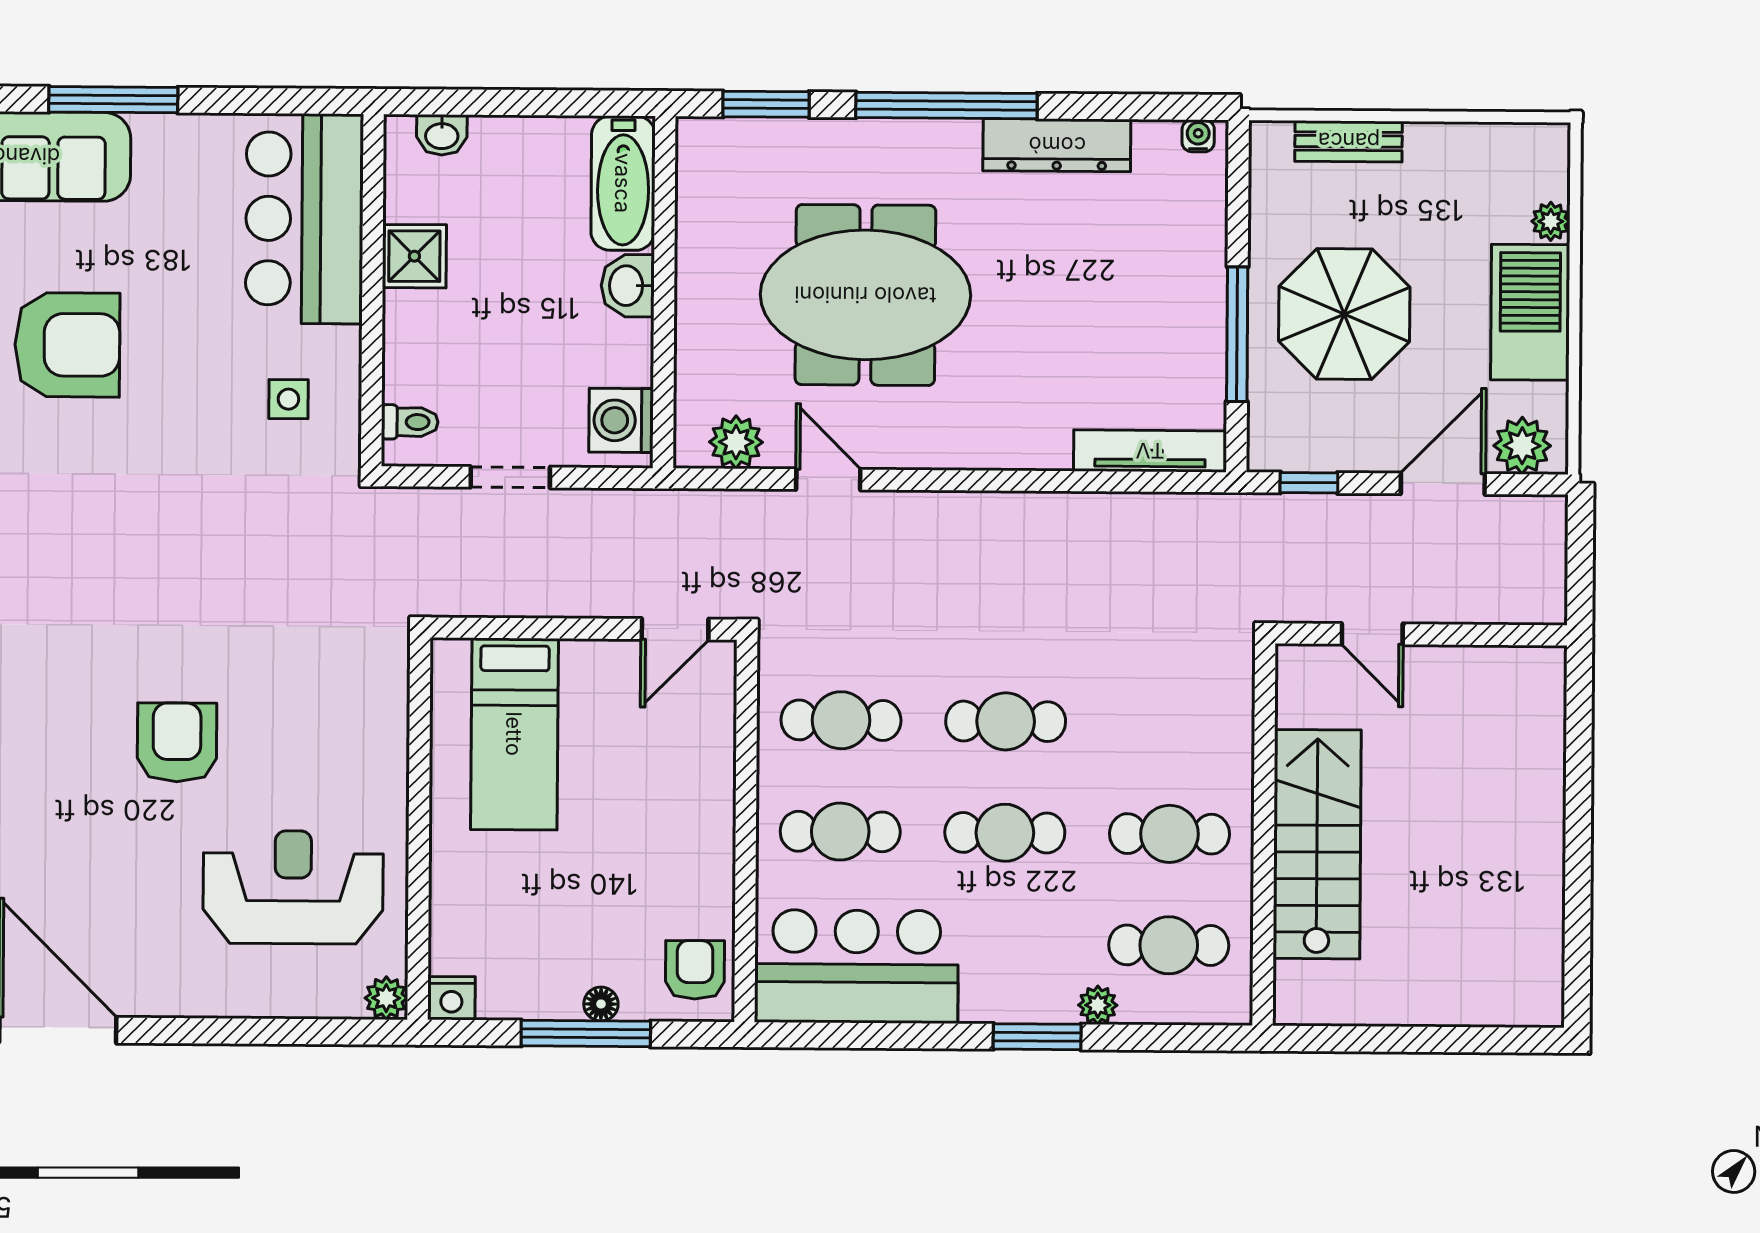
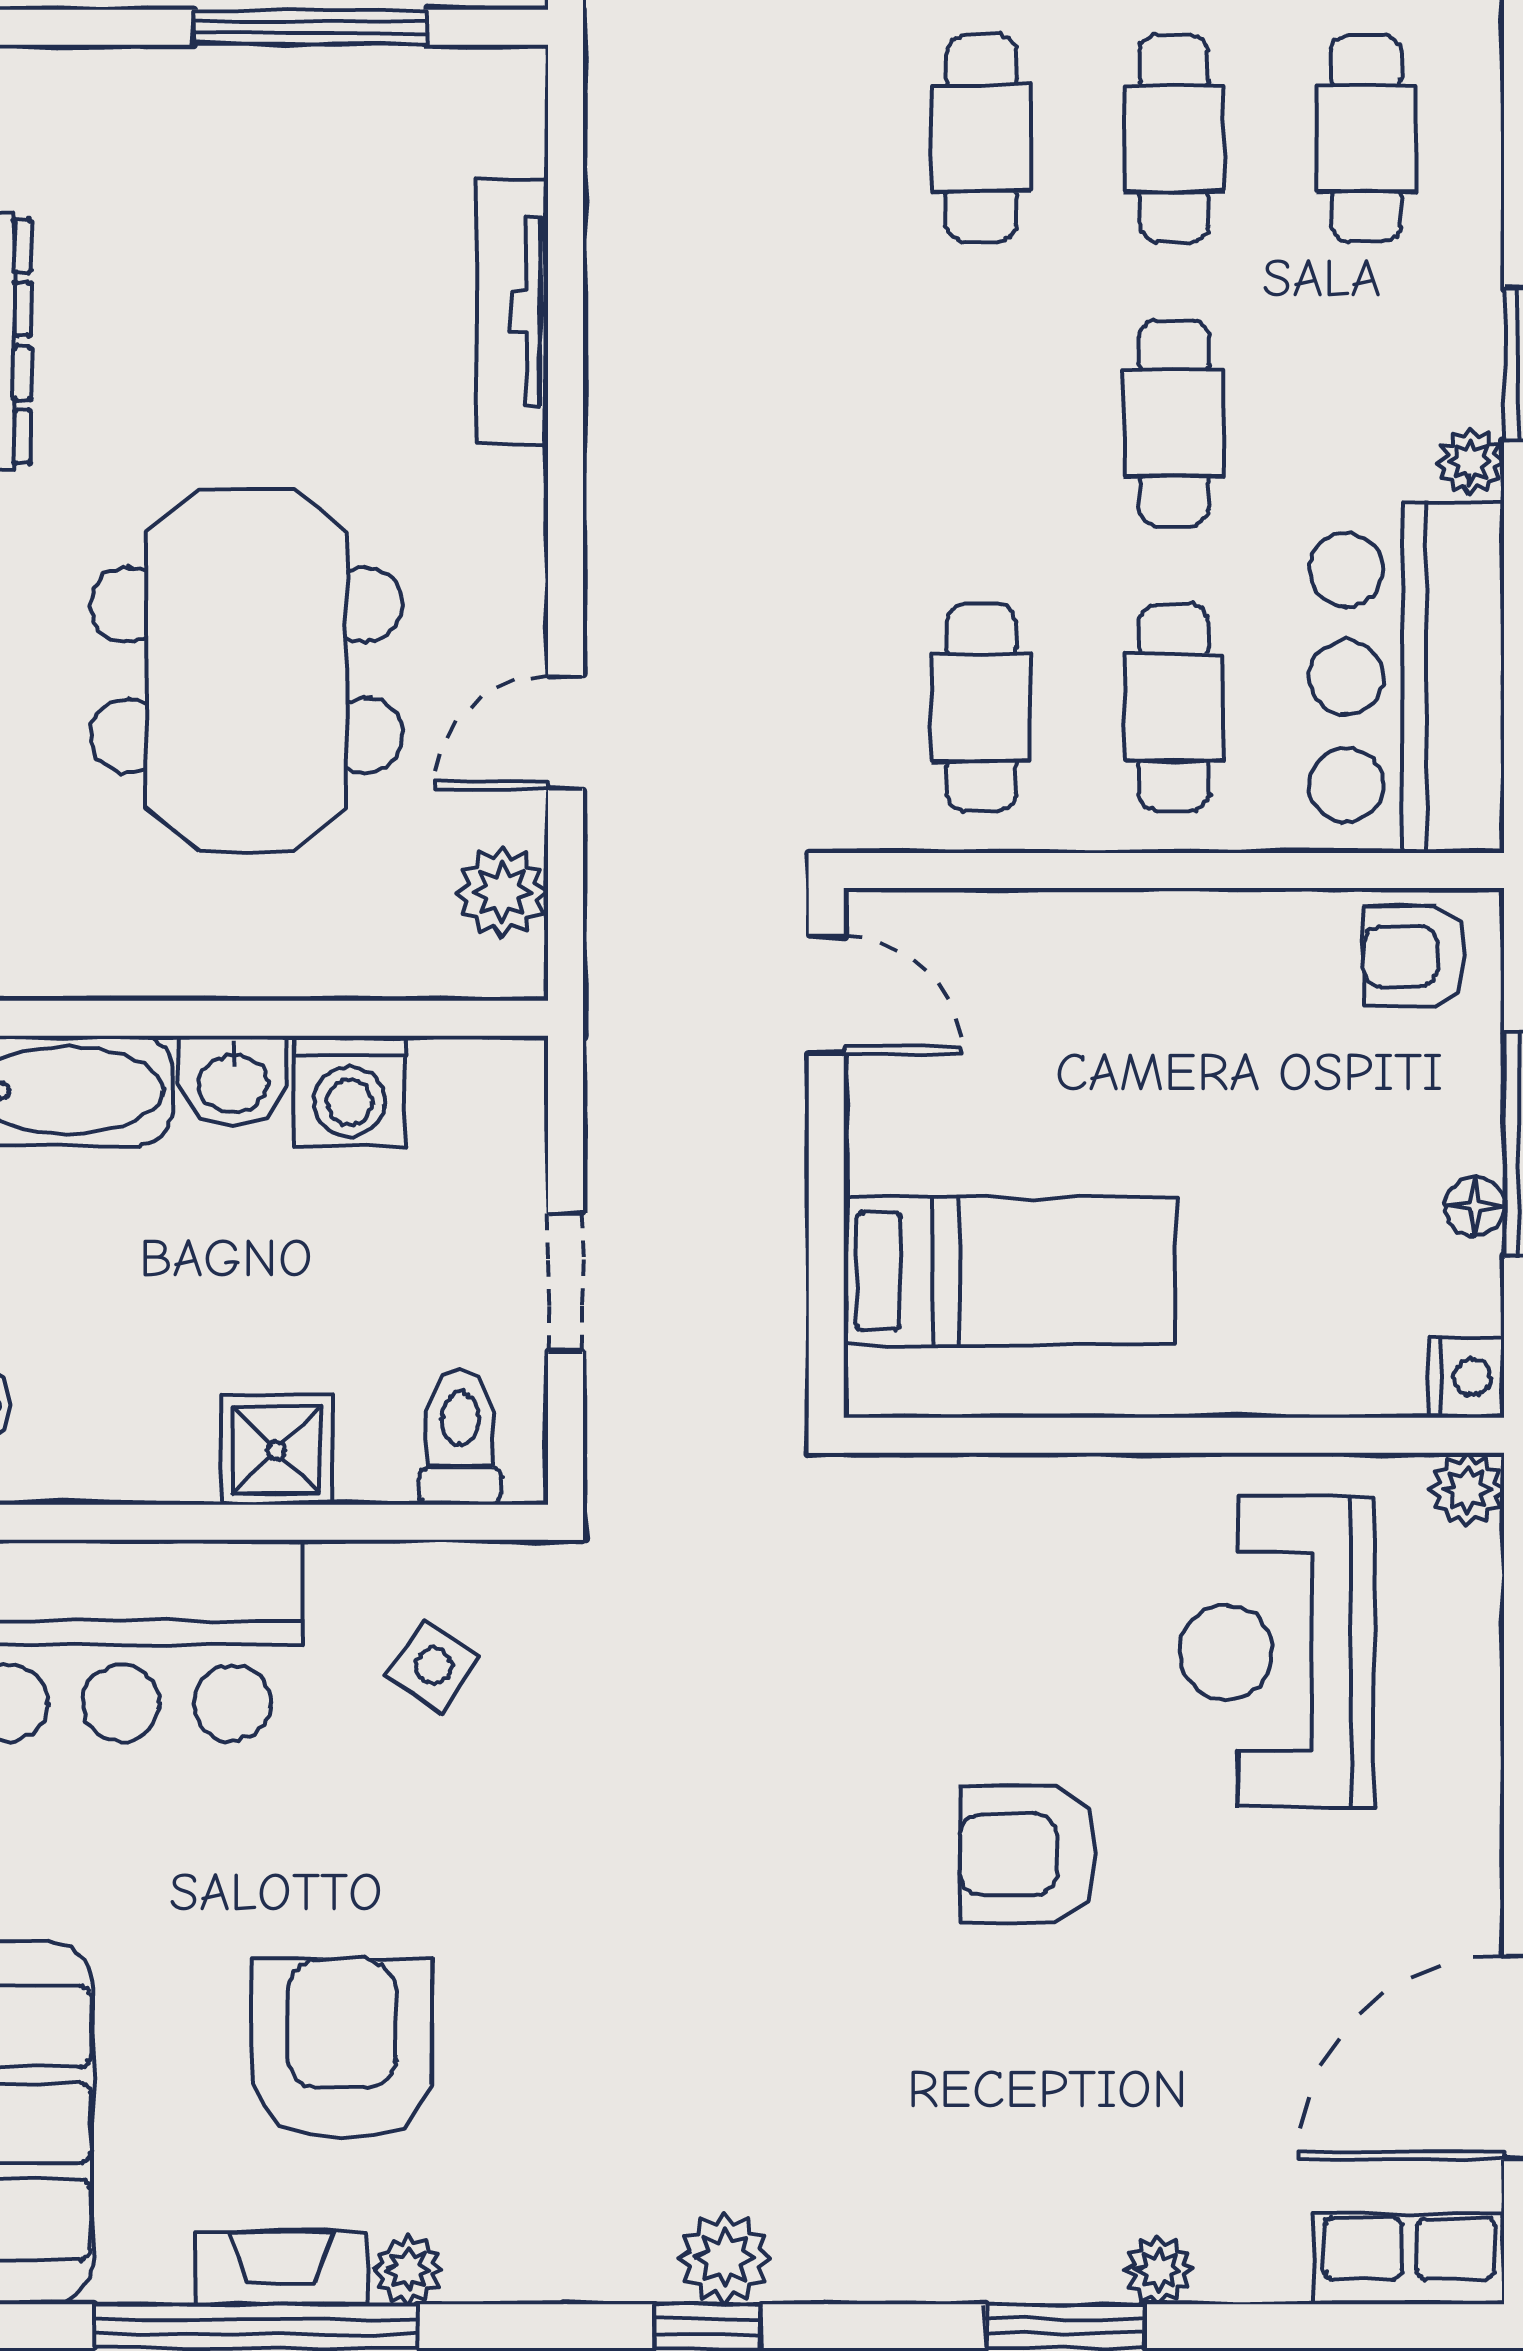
shower: (414, 256) -> (276, 1450), moved
side table: (288, 399) -> (433, 1666), turned 34
washing machine: (621, 420) -> (349, 1091), moved
toilet: (410, 422) -> (460, 1437), width x1.37, depth x1.39
tv unit: (1150, 451) -> (512, 312), moved
cafe table: (1006, 721) -> (981, 138), moved
floor lamp: (601, 1004) -> (1475, 1206), moved
plant: (1098, 1005) -> (1471, 462), moved

